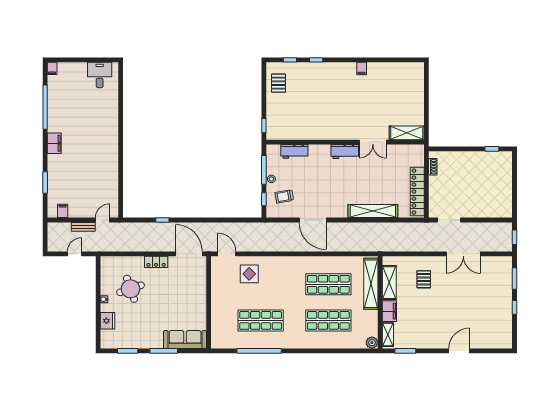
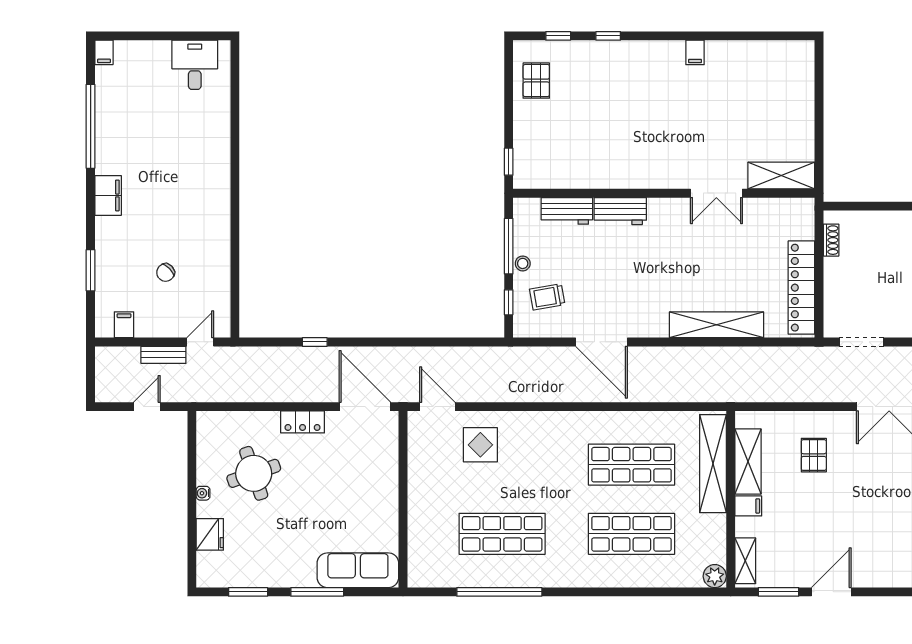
workbench: (345, 151) -> (620, 211), moved
chair: (84, 184) -> (166, 272), added
filing cabinet: (389, 311) -> (748, 506), width x0.50
door: (459, 351) -> (831, 592), moved

